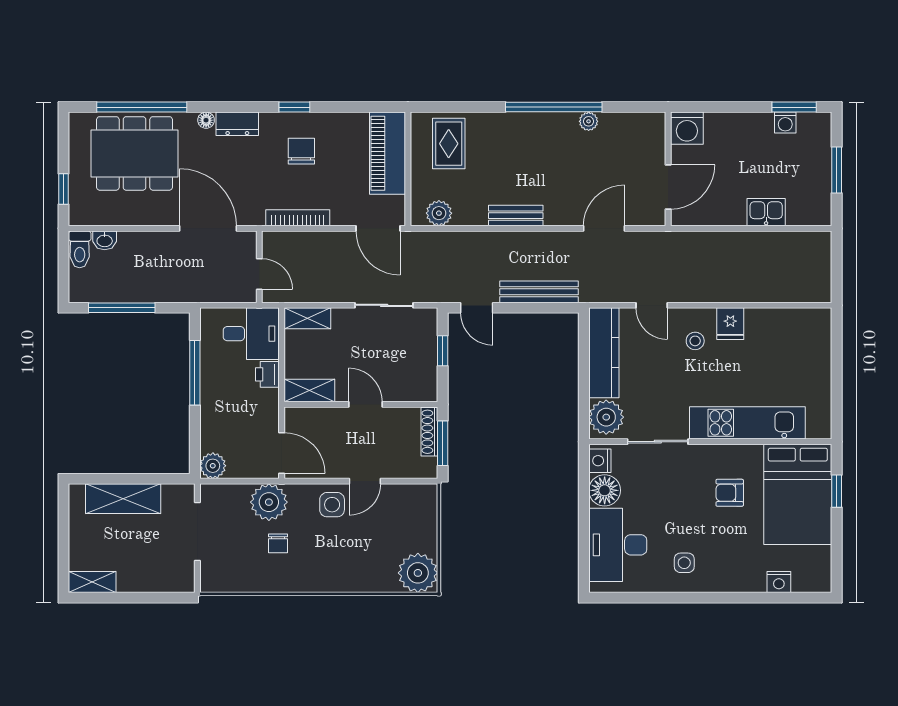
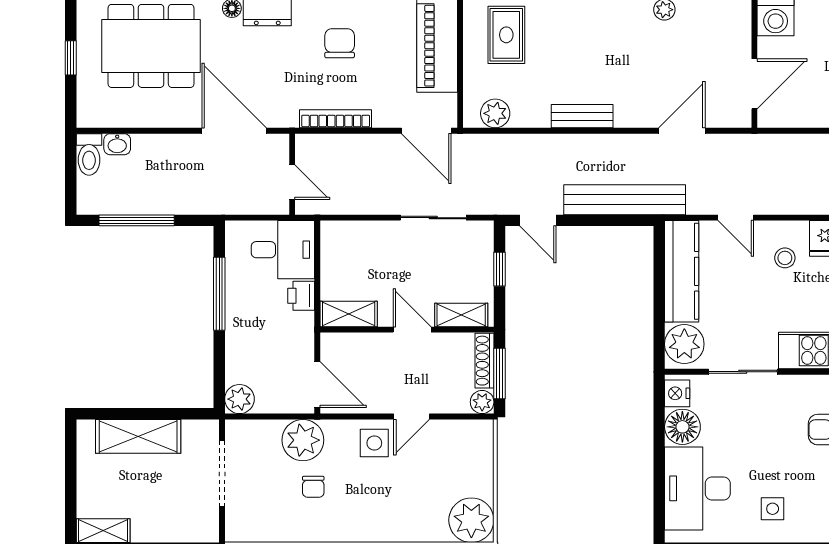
window: (63, 189) -> (71, 58), moved
bench: (539, 292) -> (625, 200), width x1.37, depth x1.21
shelving: (307, 318) -> (461, 315), moved
plant: (427, 468) -> (482, 402), added

